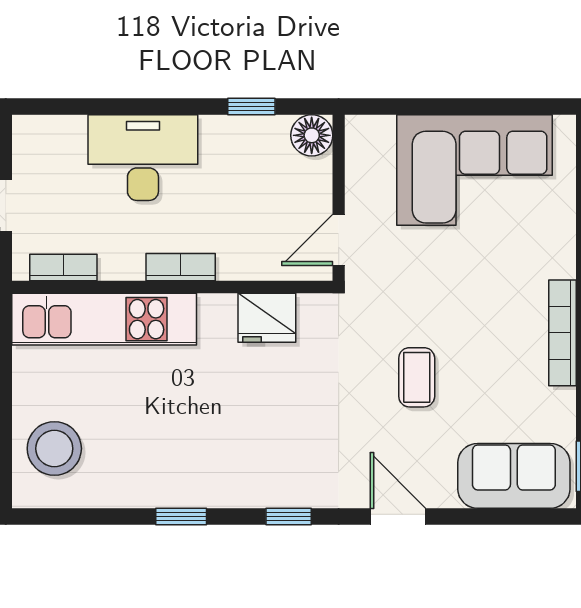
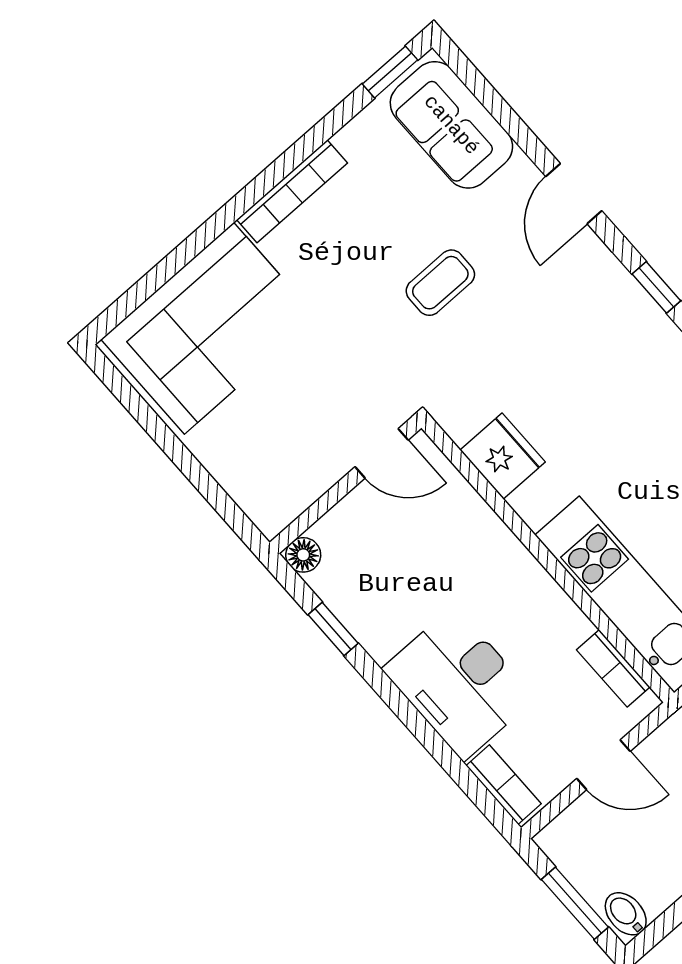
floor lamp: (312, 135) -> (303, 555), width x0.73, depth x0.73
corner sofa: (474, 170) -> (209, 328), moved, turned 90
bookcase: (181, 267) -> (504, 785), moved, turned 180

